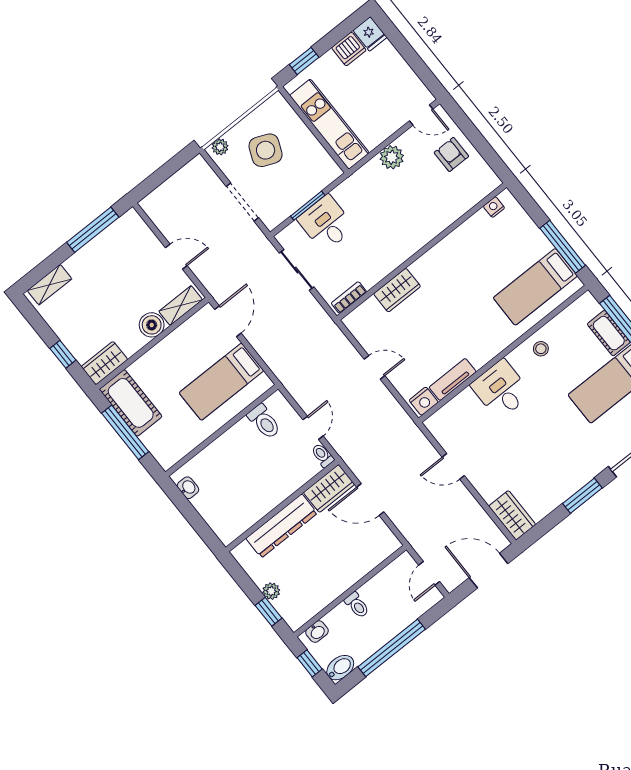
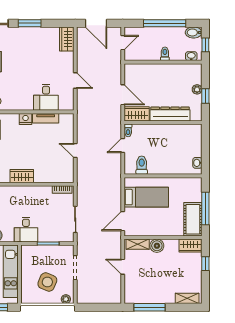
desk: (326, 223) -> (26, 230), moved
wardrobe: (397, 290) -> (22, 176), moved
desk: (501, 389) -> (46, 97), moved
nightstand: (424, 401) -> (26, 119), moved
window: (268, 612) -> (205, 96), moved

